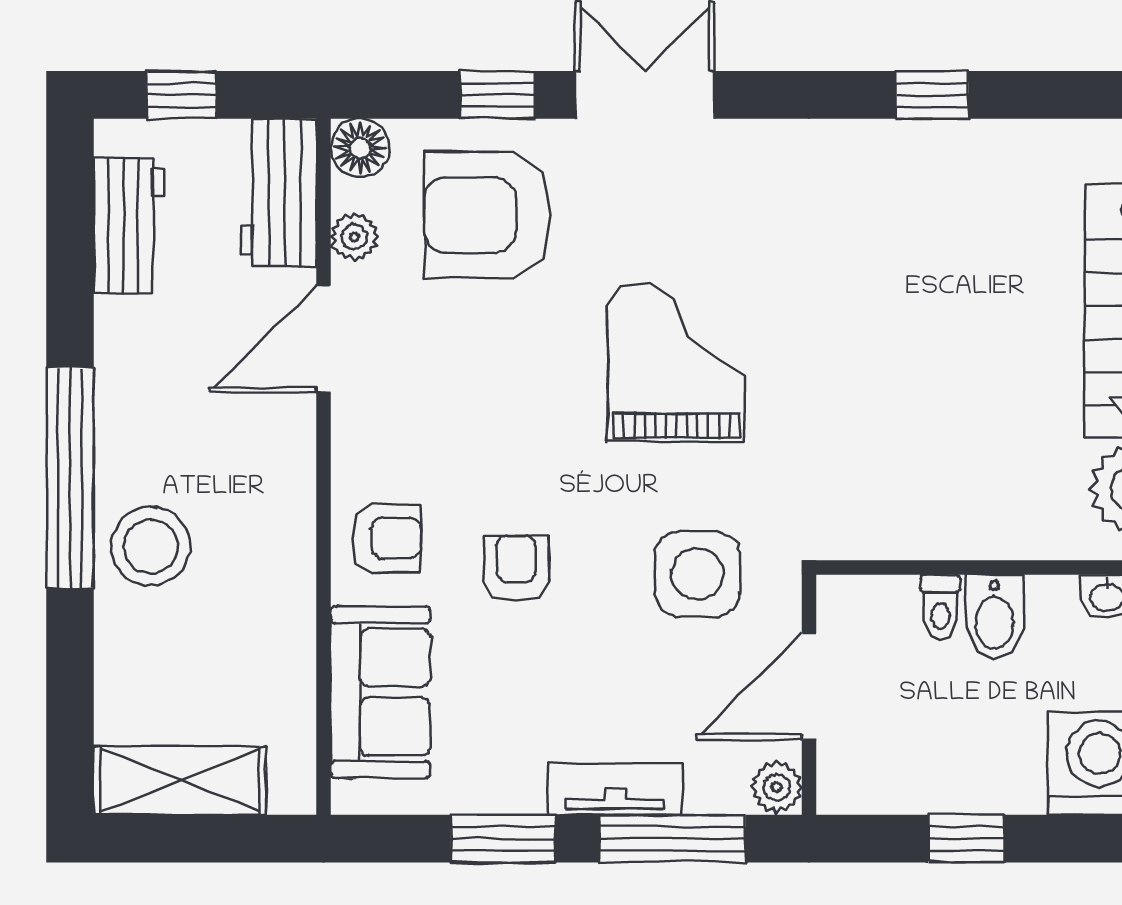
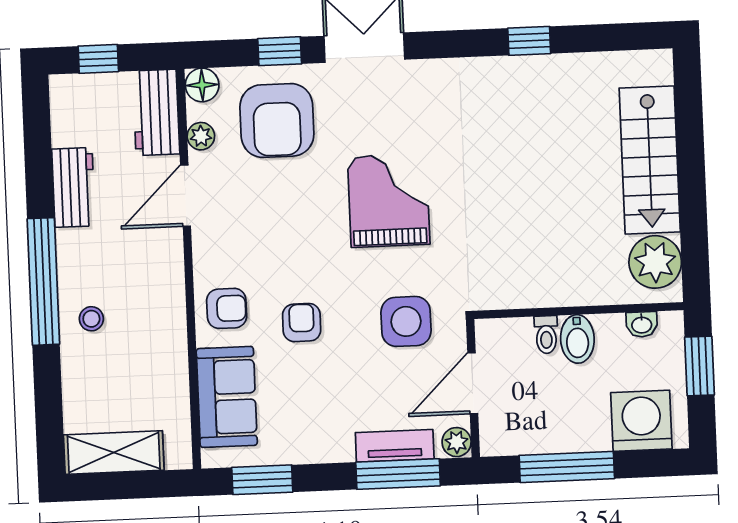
armchair: (488, 215) -> (277, 120), turned -90
workbench: (129, 226) -> (73, 187), moved
stool: (151, 546) -> (91, 319), width x0.53, depth x0.53
tv unit: (615, 789) -> (395, 446), moved
window: (503, 839) -> (262, 480), moved
window: (967, 839) -> (567, 467), width x2.17

